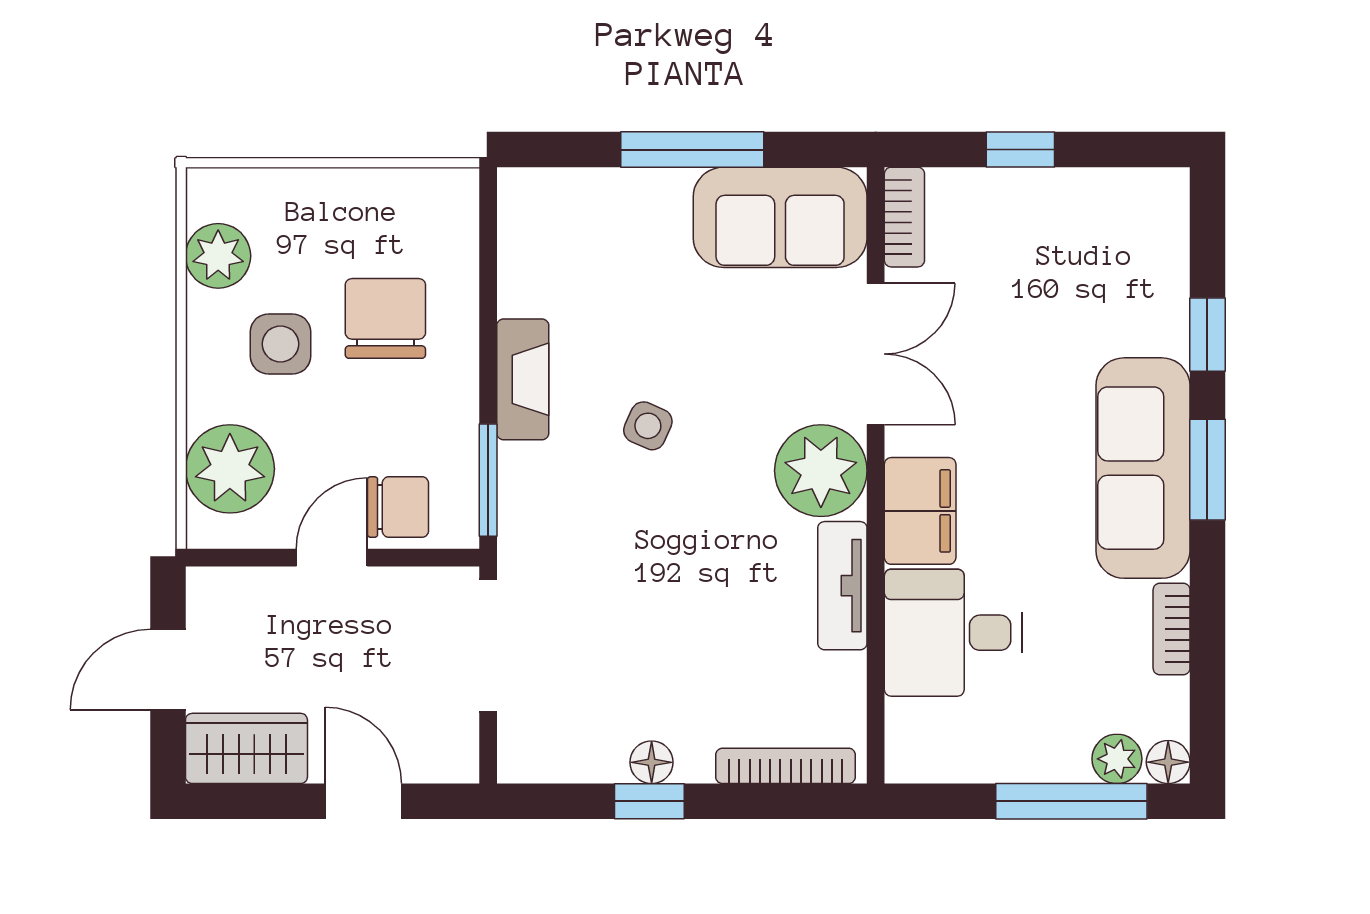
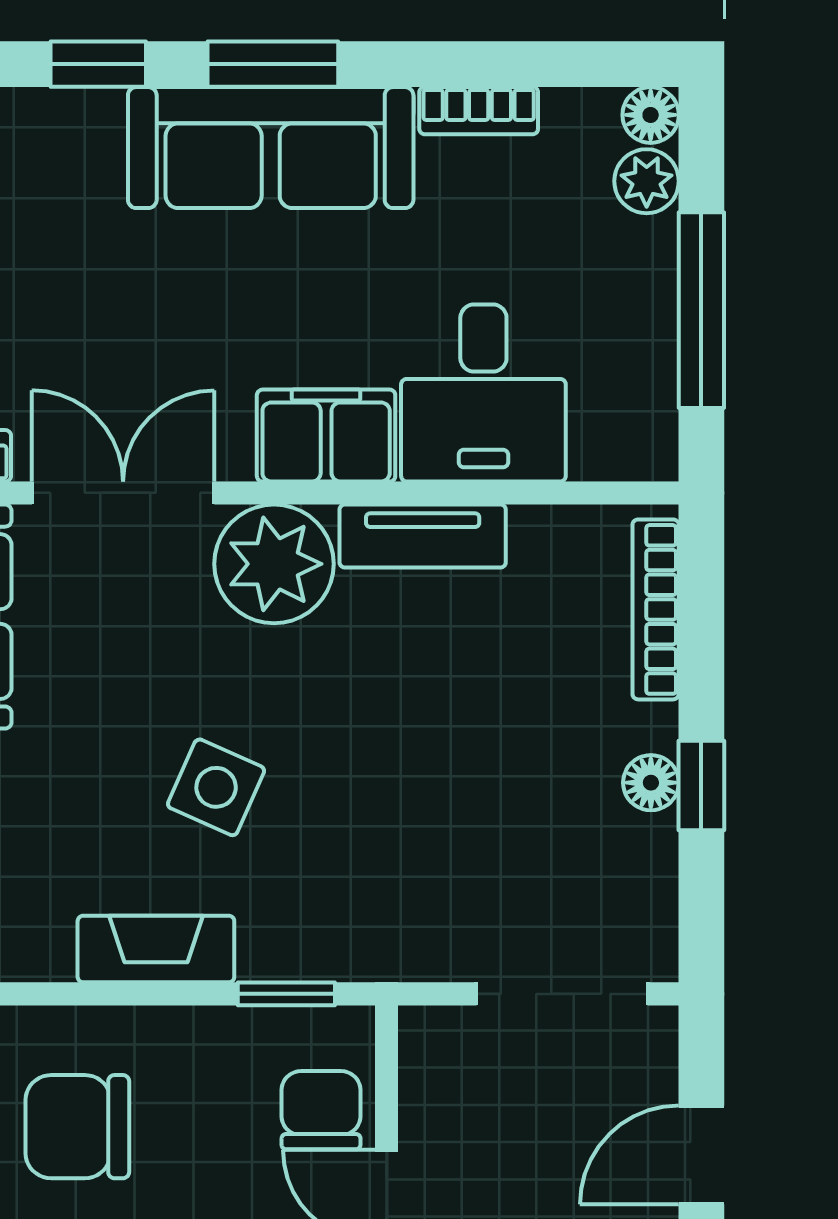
side table: (648, 426) -> (216, 787), width x1.37, depth x1.37
window: (488, 480) -> (286, 994), width x0.67
doorway: (488, 646) -> (562, 994), moved
window: (1071, 801) -> (701, 310), moved

